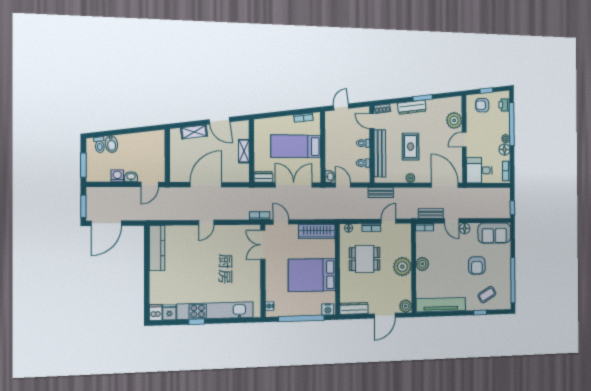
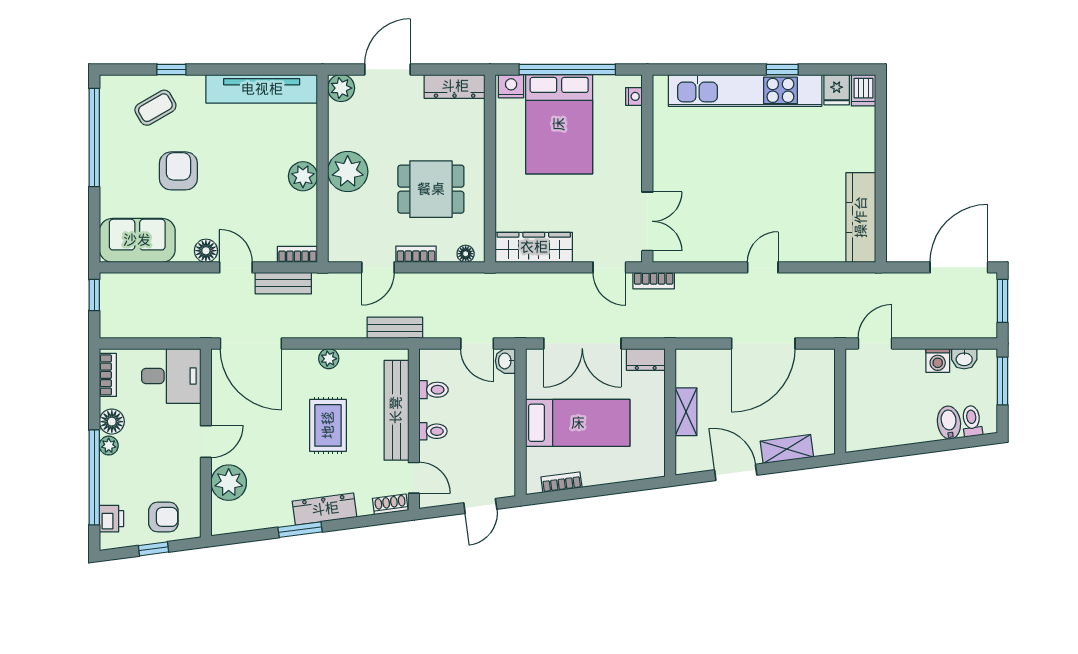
washbasin: (131, 177) -> (964, 359), moved
bed: (312, 275) -> (559, 124), moved, turned 90

